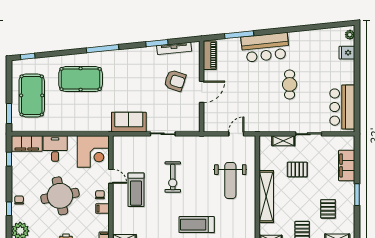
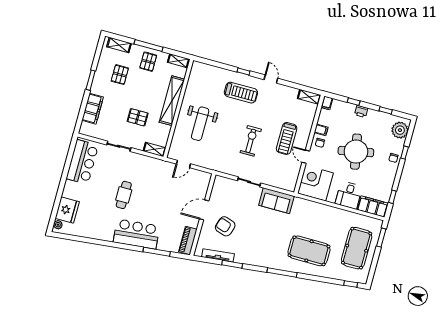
fridge: (347, 53) -> (67, 210), width x1.88, depth x1.34
shelving: (283, 141) -> (154, 149), moved
weight bench: (230, 180) -> (200, 124), turned 180
treadmill: (136, 190) -> (287, 138), turned 180

